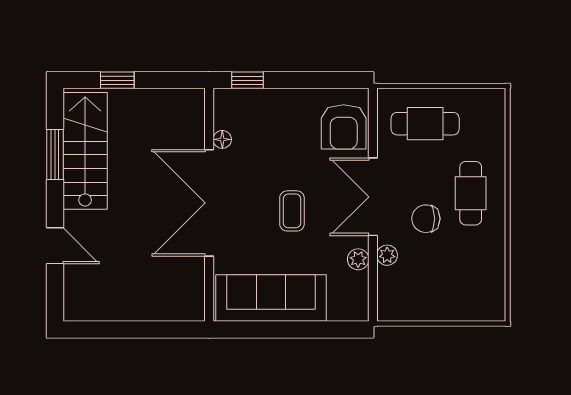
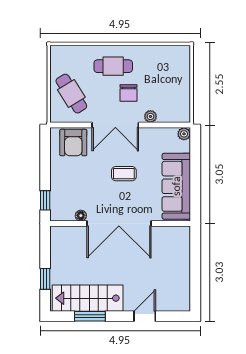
cafe table: (425, 124) -> (71, 94), turned -32
armchair: (344, 127) -> (73, 143), turned 90
plant: (358, 259) -> (184, 134), moved

